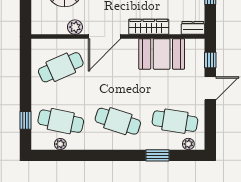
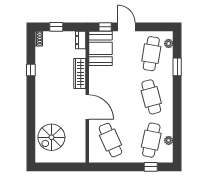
plant: (75, 27) -> (80, 129), removed
booth: (162, 54) -> (100, 48), moved
cafe table: (118, 121) -> (151, 97), turned -33

